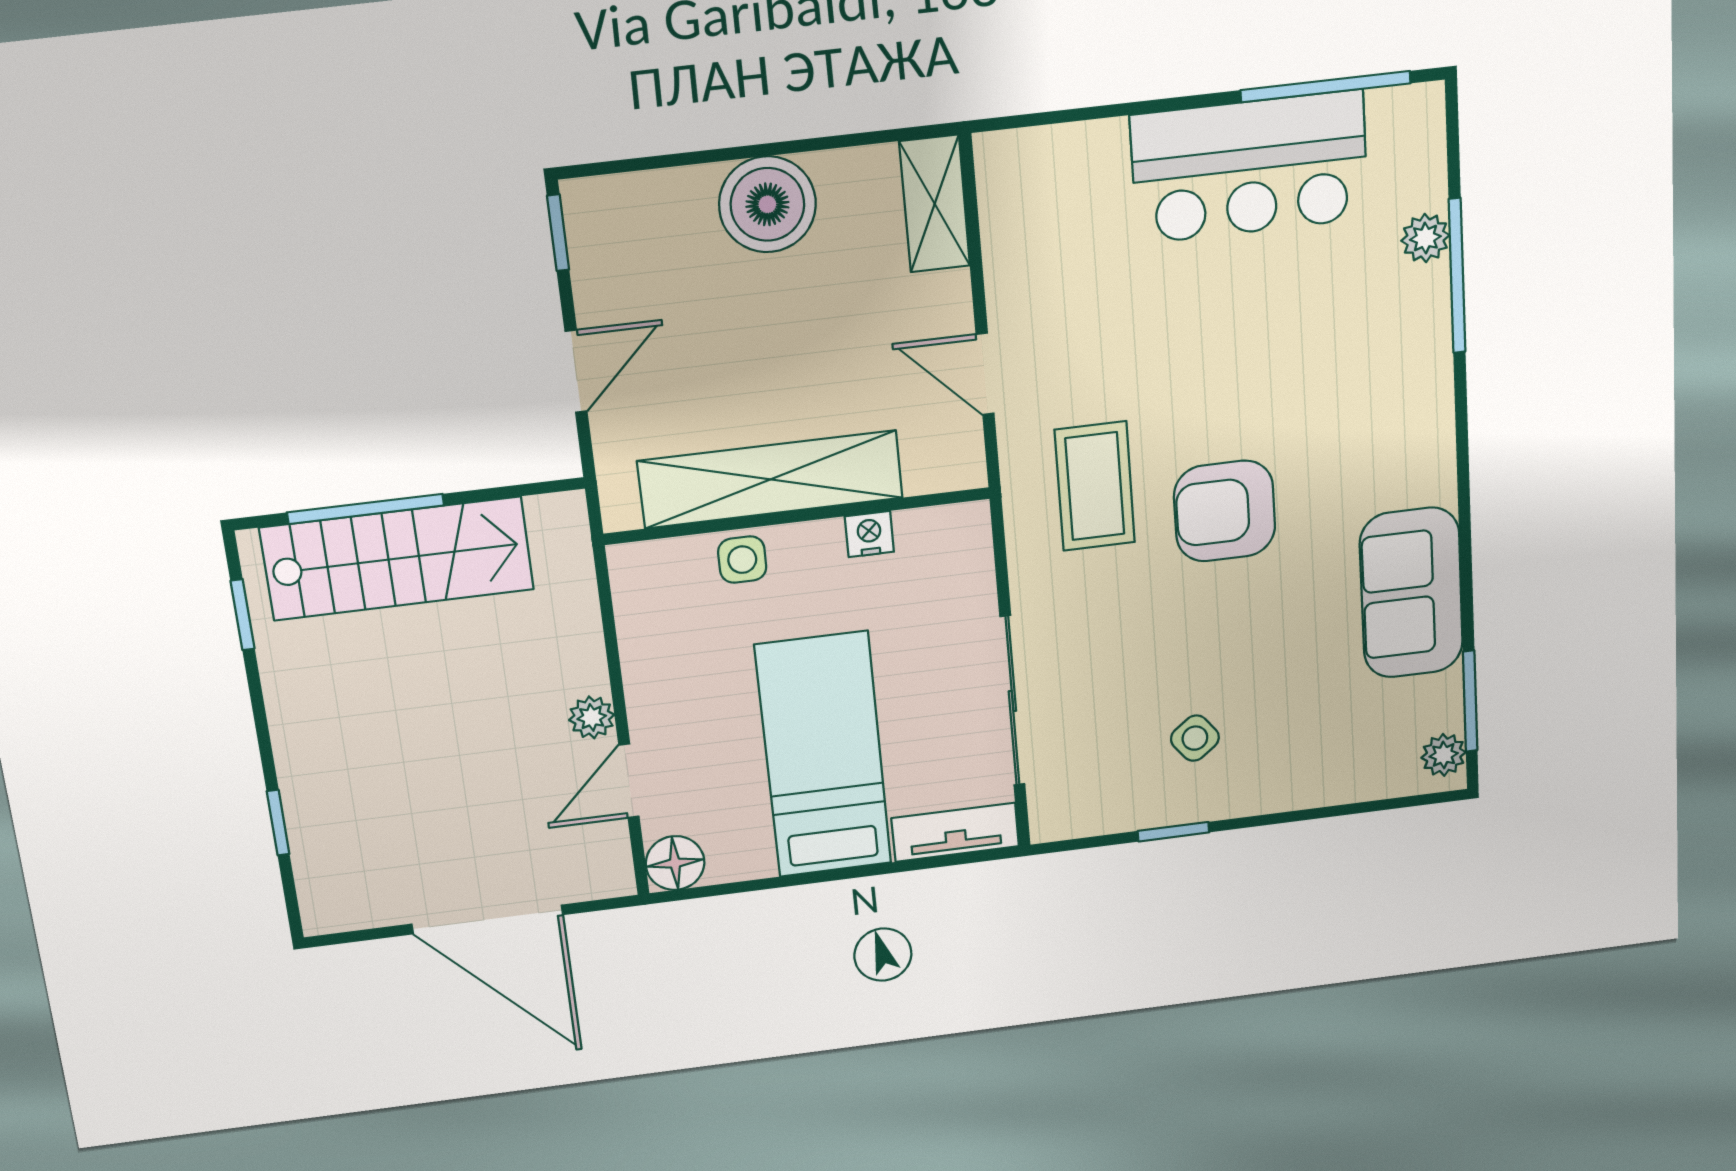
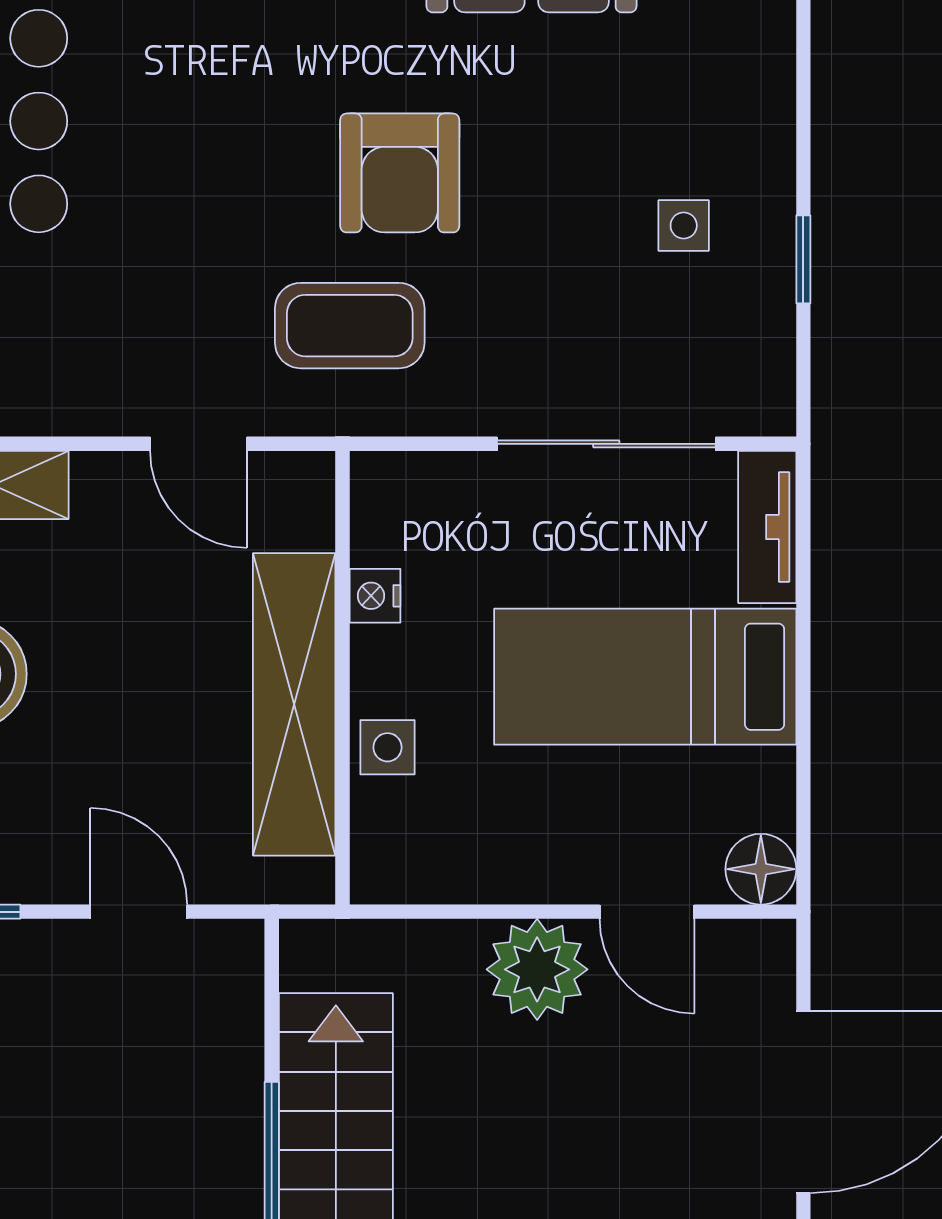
door: (985, 374) -> (198, 444), hinge flipped
plant: (592, 717) -> (537, 969), width x1.88, depth x1.88
side table: (1195, 738) -> (684, 226), turned 38

